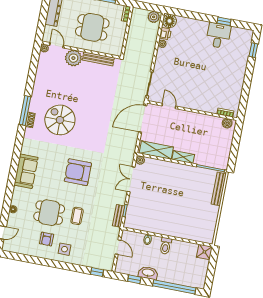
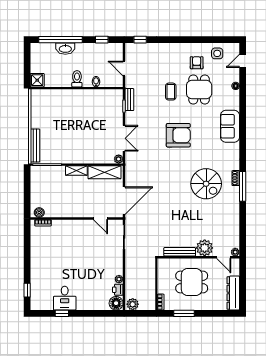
dining table: (49, 213) -> (199, 90), turned 90
side table: (65, 249) -> (217, 53), moved
washbasin: (148, 273) -> (65, 49), moved

